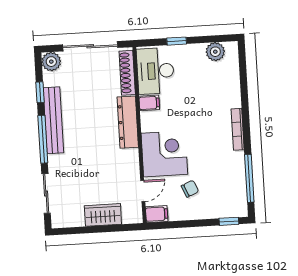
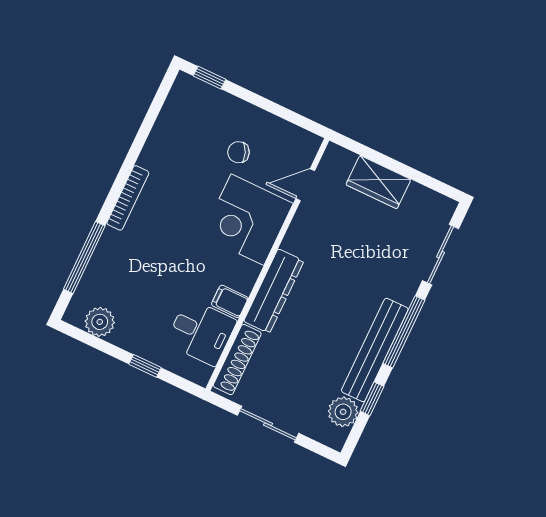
sliding door: (90, 46) -> (268, 424), width x0.73
plant: (51, 62) -> (343, 412), moved
desk: (155, 71) -> (201, 332), width x0.73
window: (249, 178) -> (84, 258), moved
filing cabinet: (157, 214) -> (304, 142), removed

